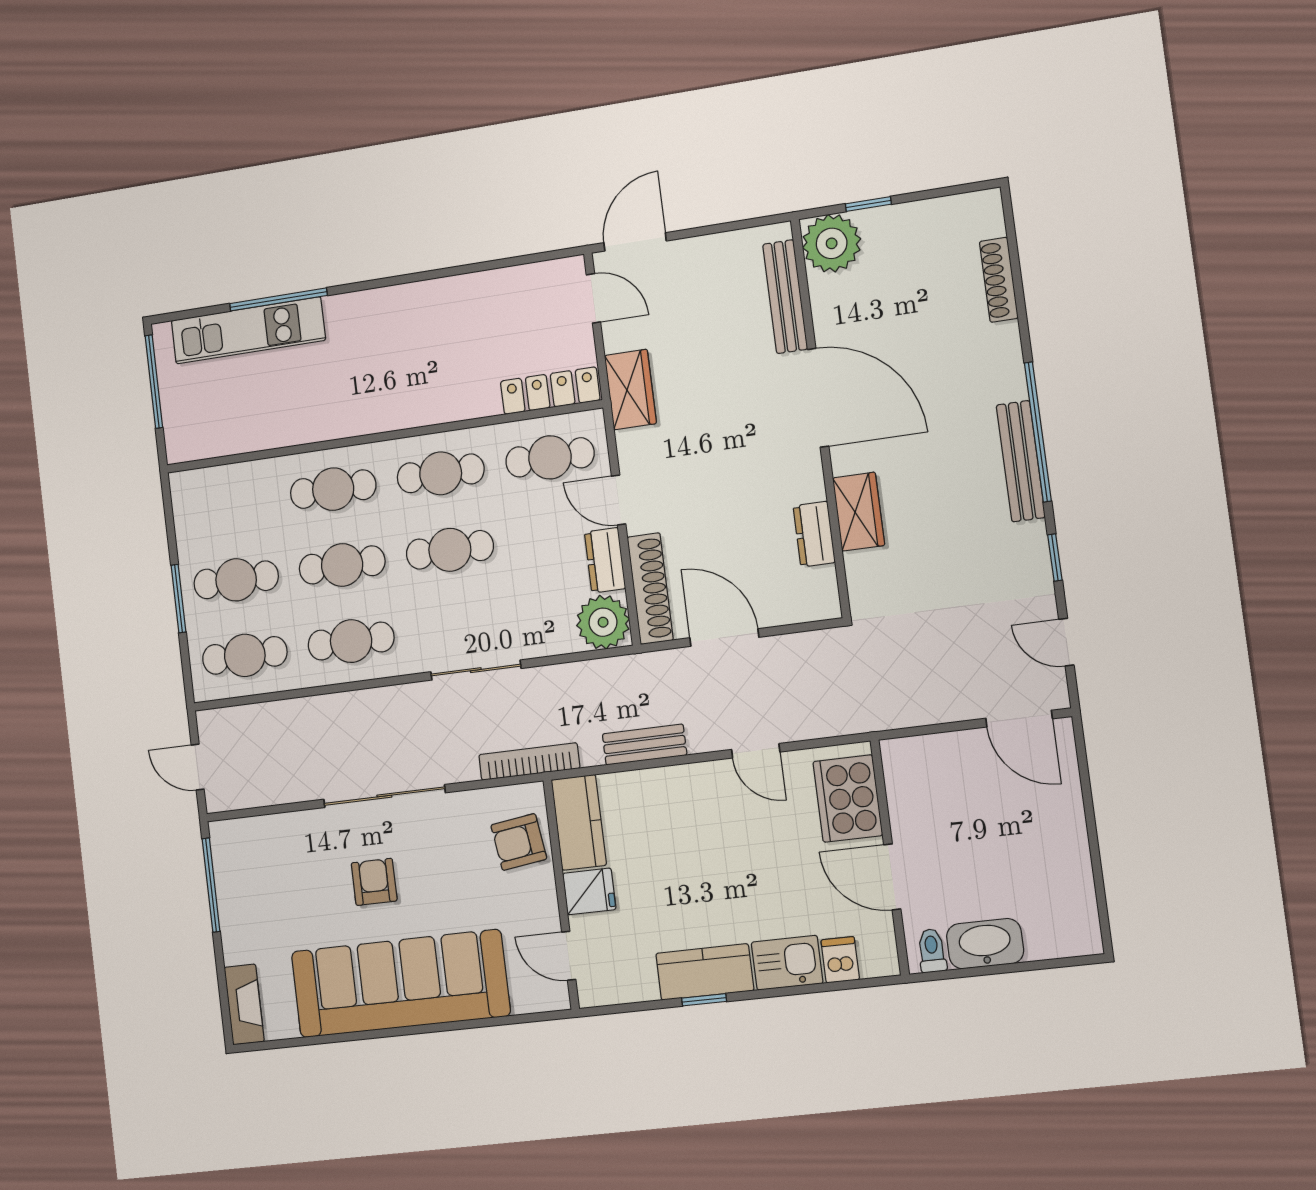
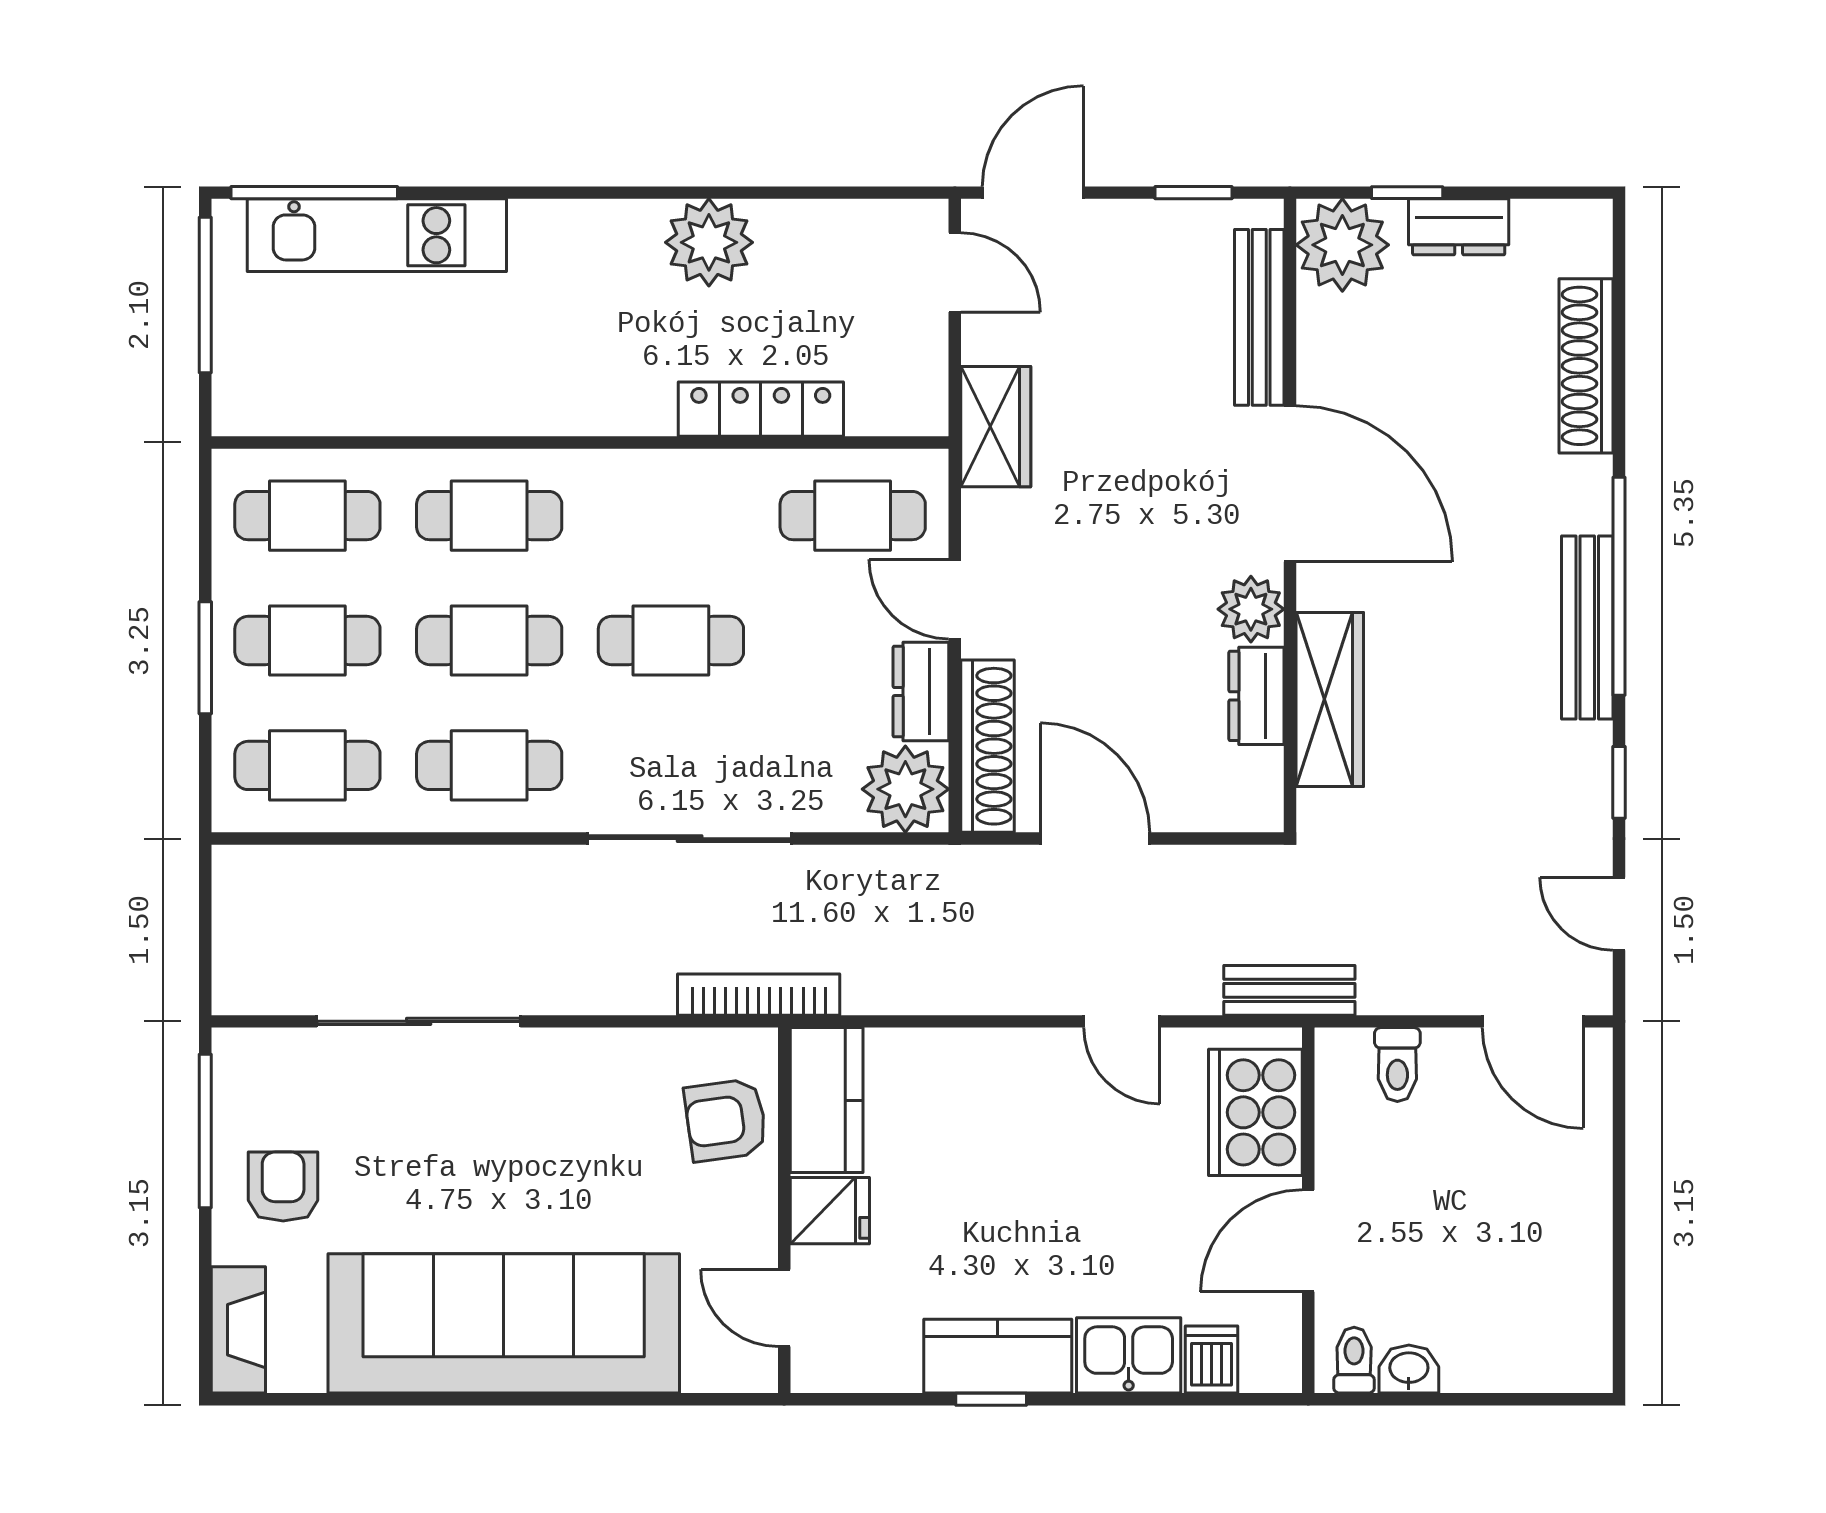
dresser: (904, 220) -> (1459, 227), added
window: (734, 226) -> (1194, 193), added
shoe rack: (999, 280) -> (1586, 366), width x1.36, depth x1.24
window: (278, 299) -> (314, 193), moved
plant: (443, 304) -> (709, 242), added
locker: (550, 391) -> (761, 409), moved
cafe table: (441, 473) -> (307, 516), moved
plant: (804, 480) -> (1251, 609), added
wardrobe: (859, 512) -> (1330, 699), width x1.50
sliding door: (476, 670) -> (690, 839), width x1.37
bench: (644, 745) -> (1289, 990), moved
toilet: (935, 757) -> (1397, 1064), added
door: (198, 767) -> (205, 937), removed
sliding door: (384, 796) -> (419, 1021), moved
door: (892, 877) -> (1308, 1241), hinge flipped
armchair: (374, 882) -> (283, 1187), moved
washbasin: (985, 944) -> (1409, 1369), width x0.52, depth x0.69

